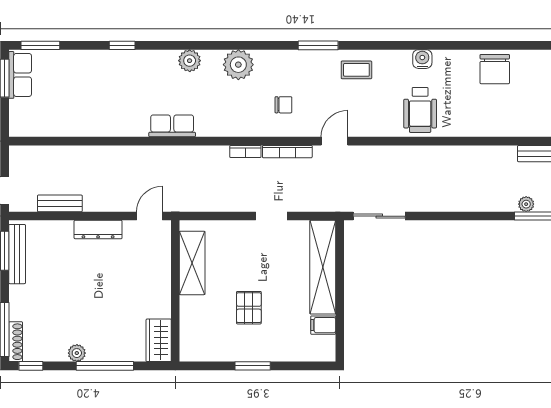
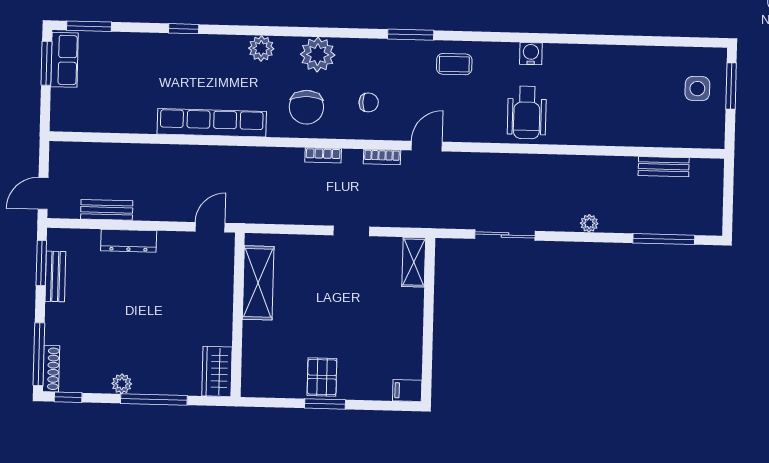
chair: (495, 69) -> (306, 107), moved
row of seats: (172, 126) -> (212, 123), width x2.02
bookcase: (287, 152) -> (382, 157), width x0.64
plant: (526, 204) -> (589, 223), moved
sliding door: (379, 216) -> (505, 235), moved
dresser: (98, 230) -> (129, 241), moved
bench: (17, 254) -> (55, 276), width x0.73
shelving: (323, 267) -> (414, 262), width x0.45, depth x0.75
pallet: (249, 308) -> (322, 377), moved
filing cabinet: (323, 325) -> (407, 390), moved

